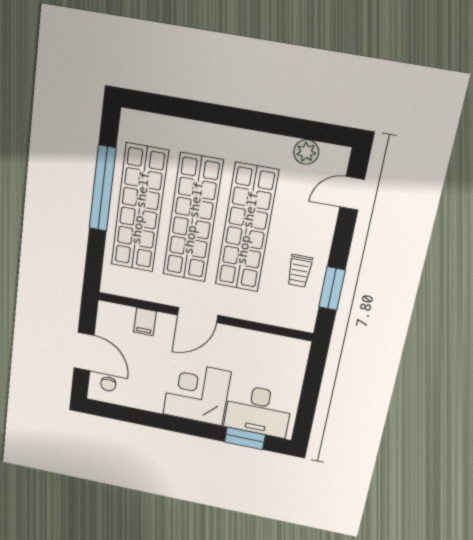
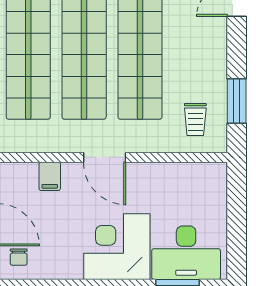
trolley: (300, 271) -> (195, 119), moved
door: (198, 315) -> (105, 157), hinge flipped

